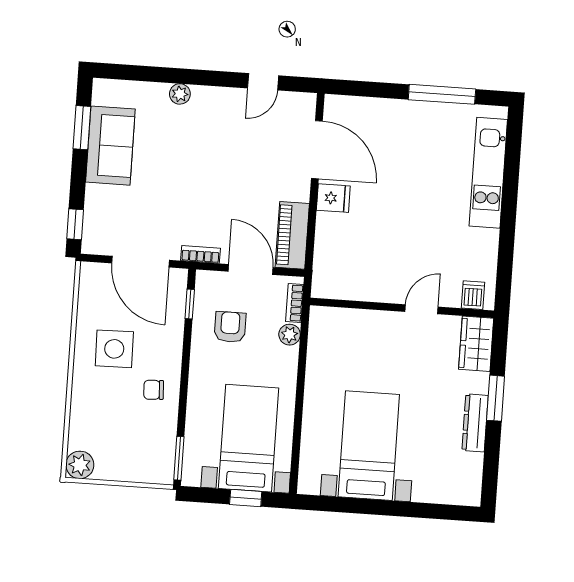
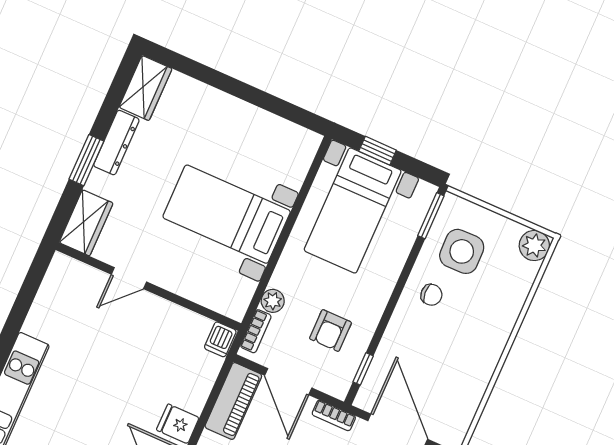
dishwasher: (473, 295) -> (220, 339), moved
side table: (114, 349) -> (462, 251), moved
bed with nightstands: (369, 446) -> (227, 214), moved, turned 90
wardrobe: (467, 479) -> (145, 88), added

